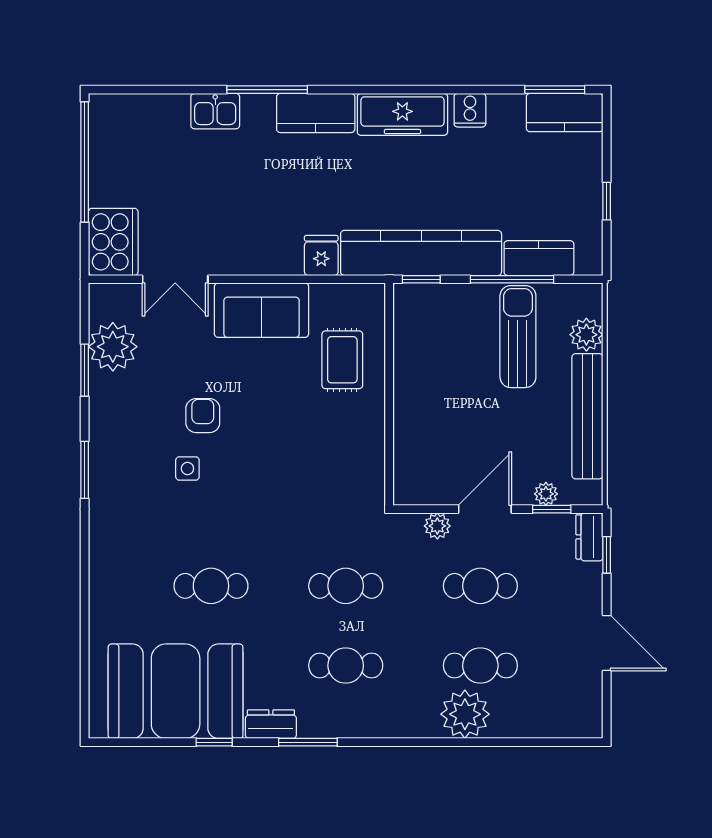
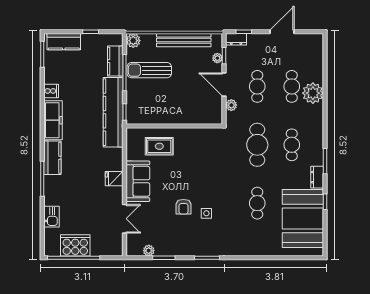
kitchen sink: (215, 111) -> (52, 217), moved
kitchen counter: (565, 113) -> (64, 42), moved, turned 90
cooker: (113, 242) -> (75, 245), moved
fridge: (321, 255) -> (114, 179), moved
plant: (586, 335) -> (133, 41), moved
plant: (113, 347) -> (149, 251), width x0.53, depth x0.53
armchair: (203, 416) -> (183, 207), turned -90
cafe table: (346, 586) -> (257, 145), width x1.37, depth x1.35

